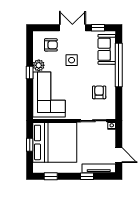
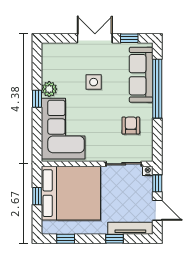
armchair: (51, 45) -> (66, 61), removed
sofa: (107, 49) -> (141, 75), width x1.36
window: (119, 135) -> (157, 183), added

